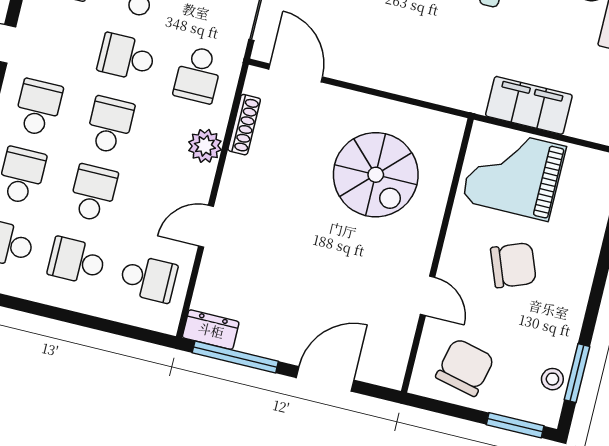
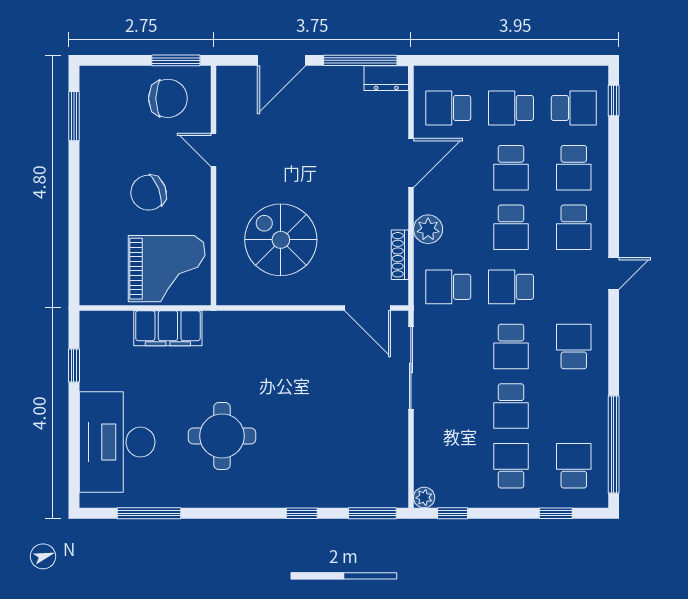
school desk: (126, 57) -> (511, 287), turned 180
school desk: (198, 75) -> (448, 287), turned -90
door: (206, 226) -> (411, 163), width x1.38
school desk: (77, 261) -> (511, 108), turned 180
chair: (465, 367) -> (168, 98), turned -103
stool: (552, 379) -> (93, 106), removed
window: (515, 425) -> (176, 60), moved

